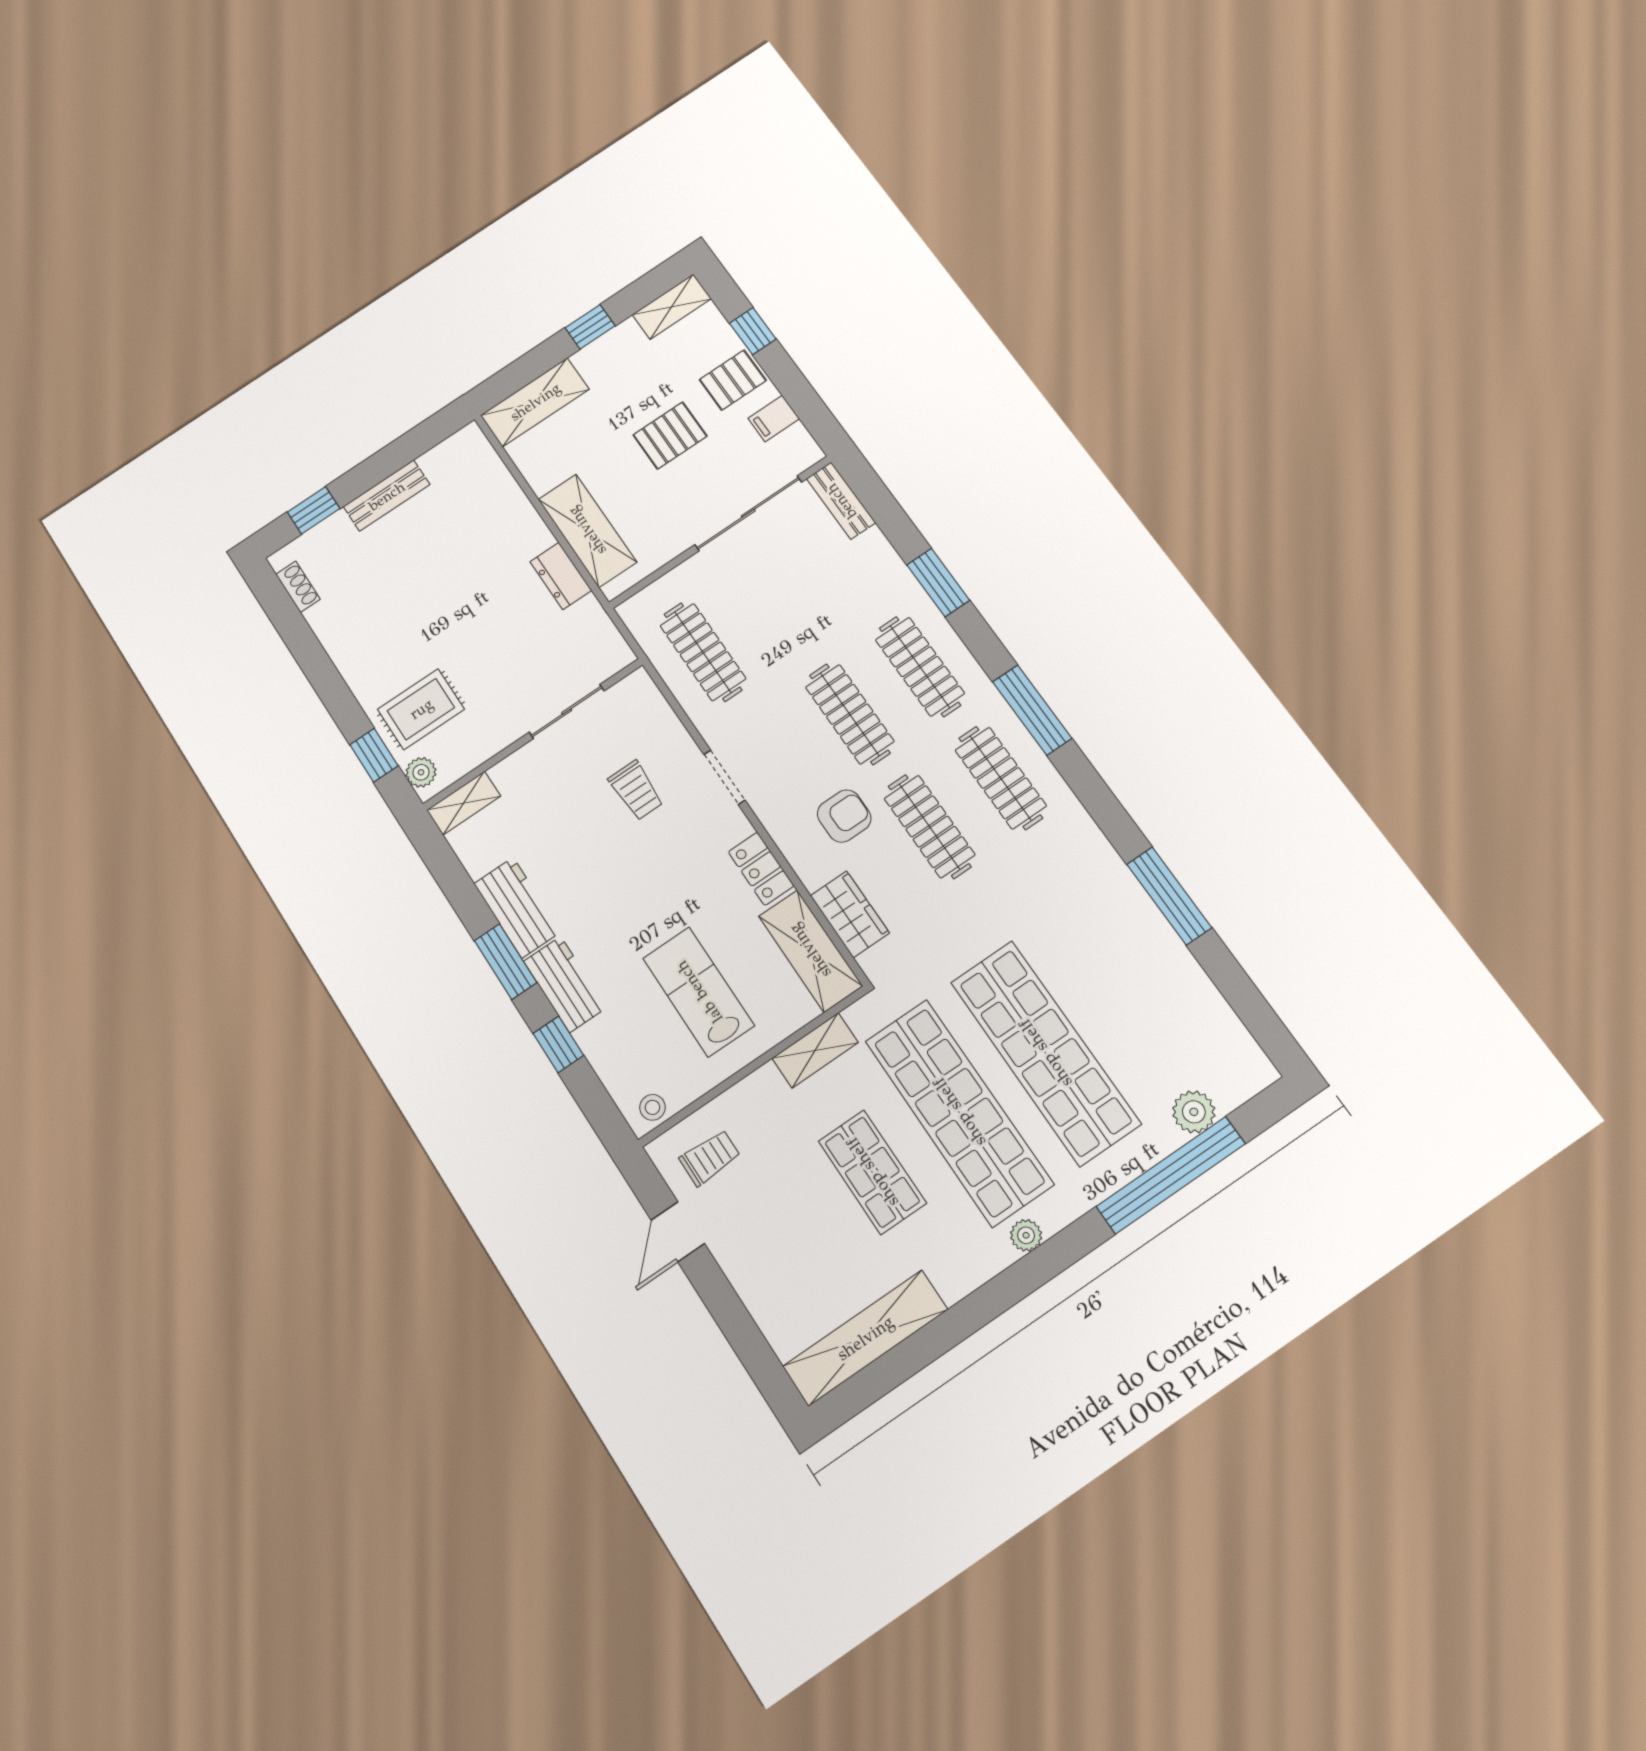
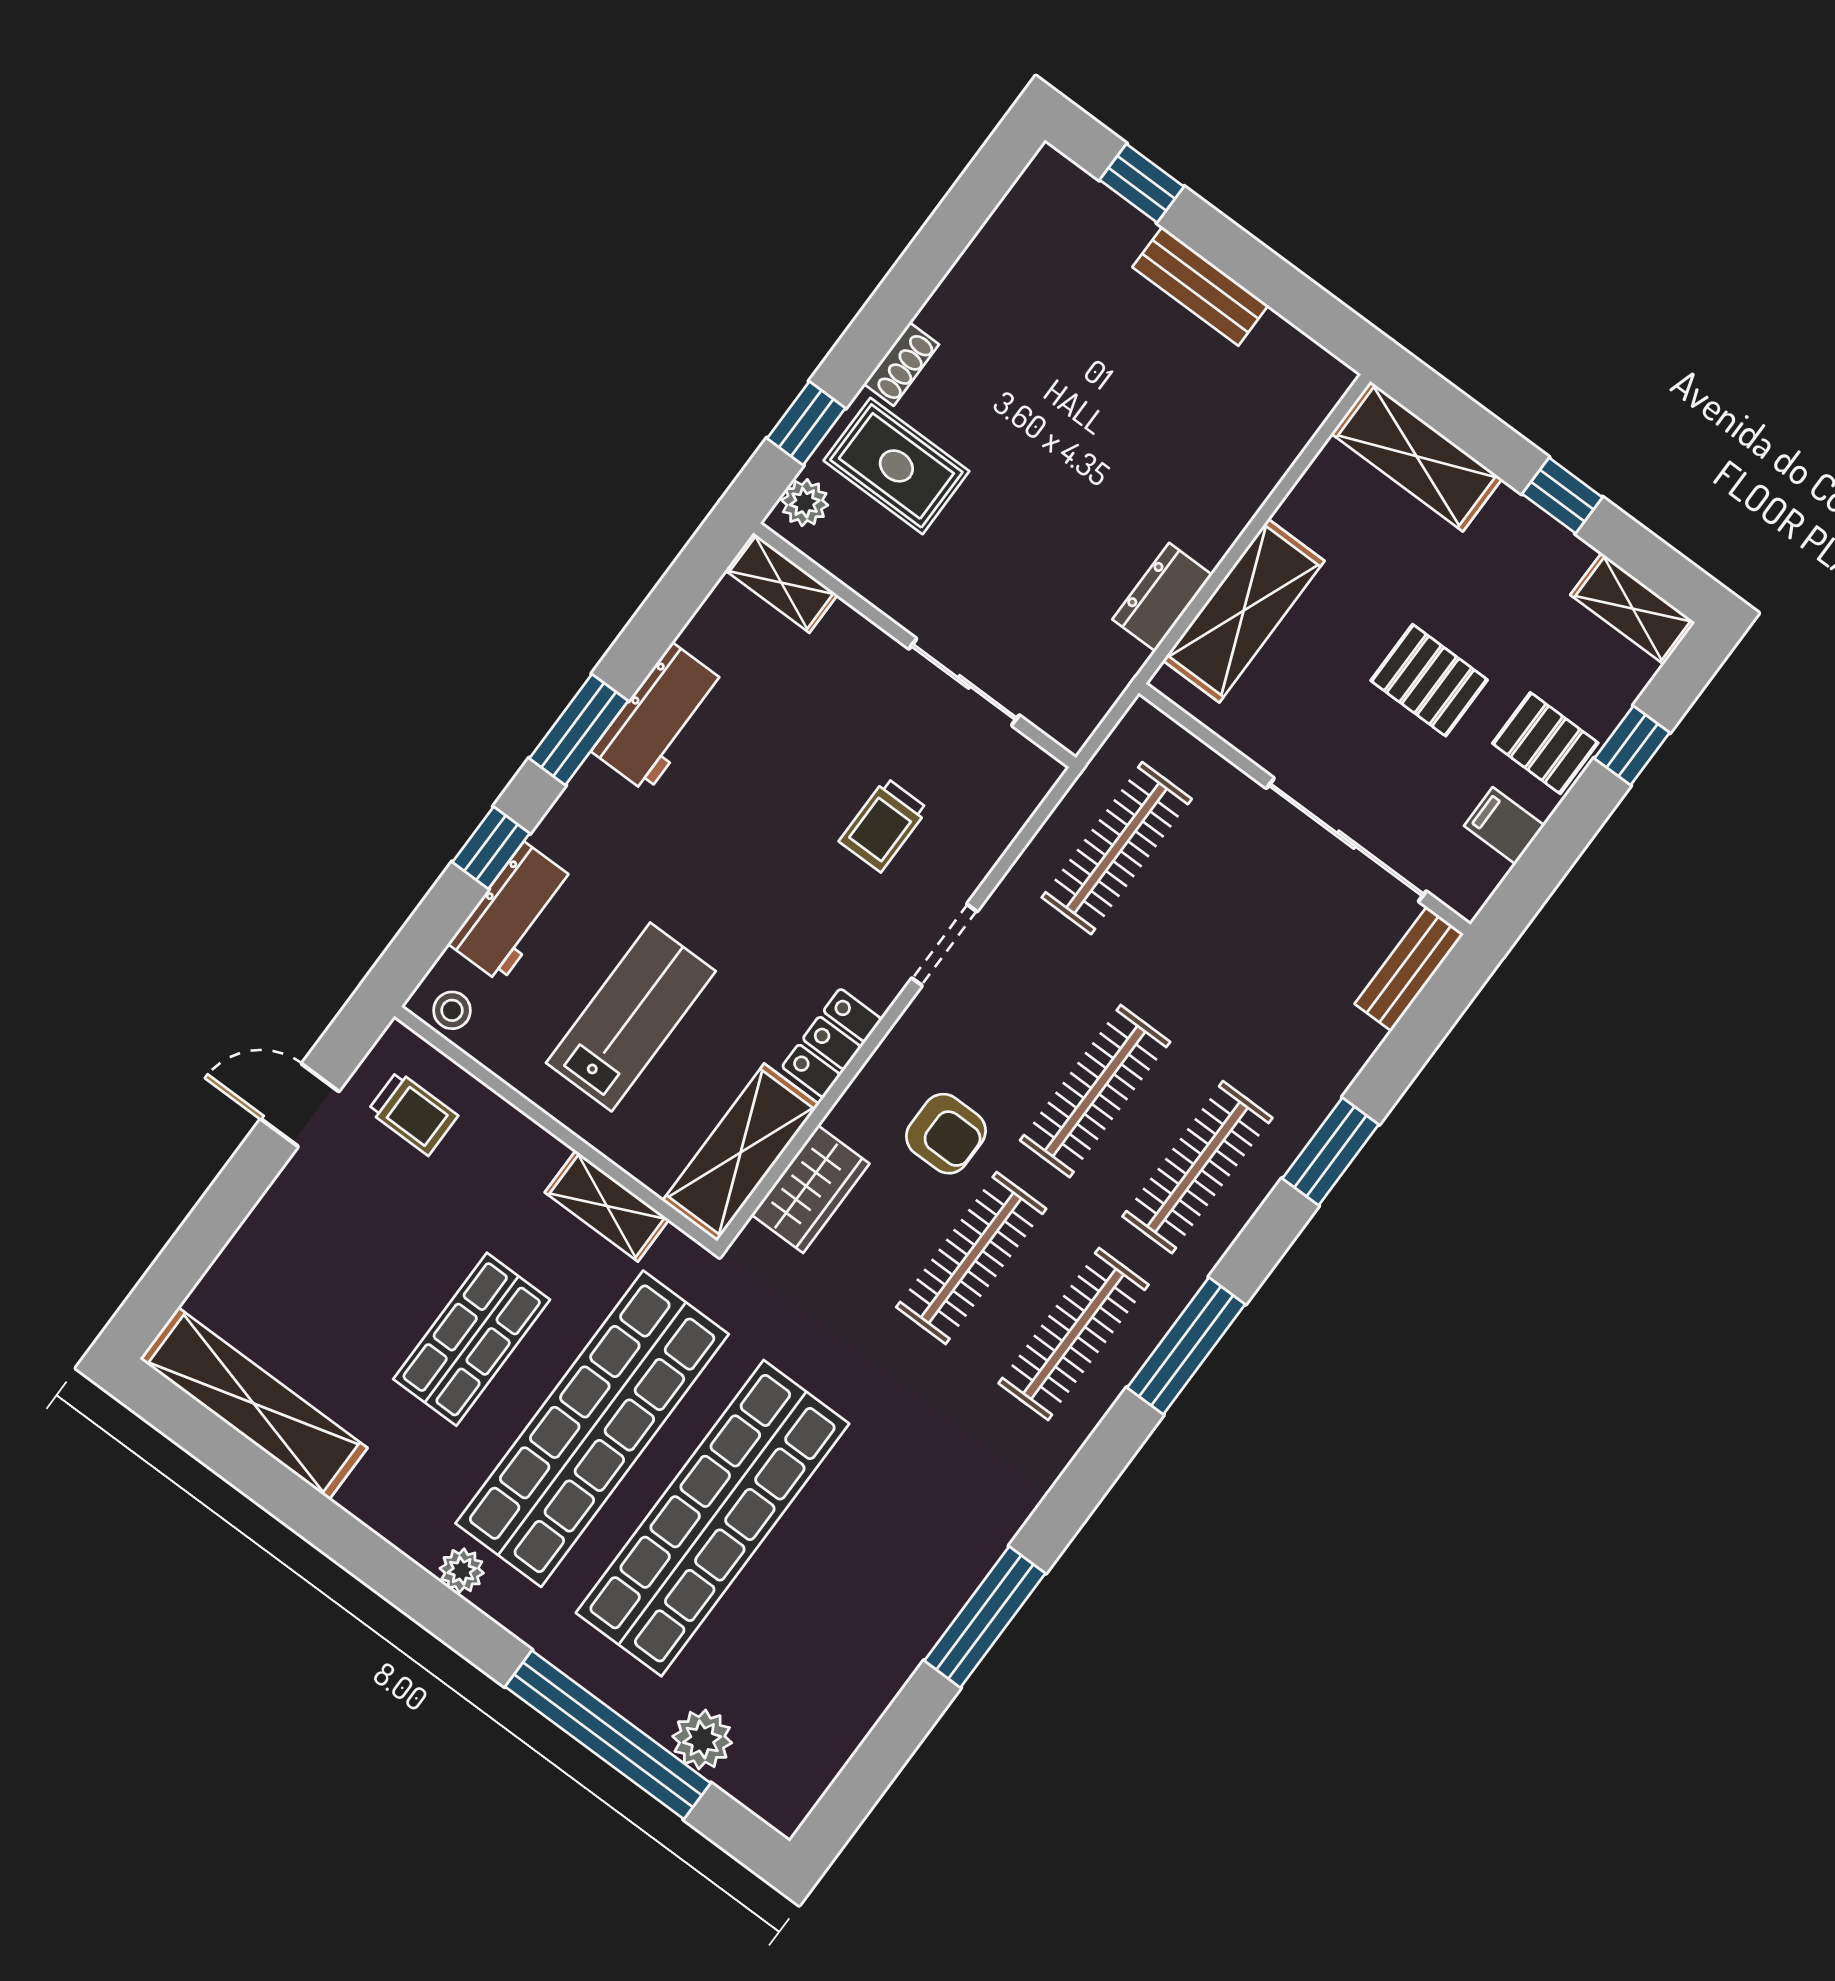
shoe rack: (298, 587) -> (901, 364), moved
workbench: (565, 984) -> (512, 912), moved

